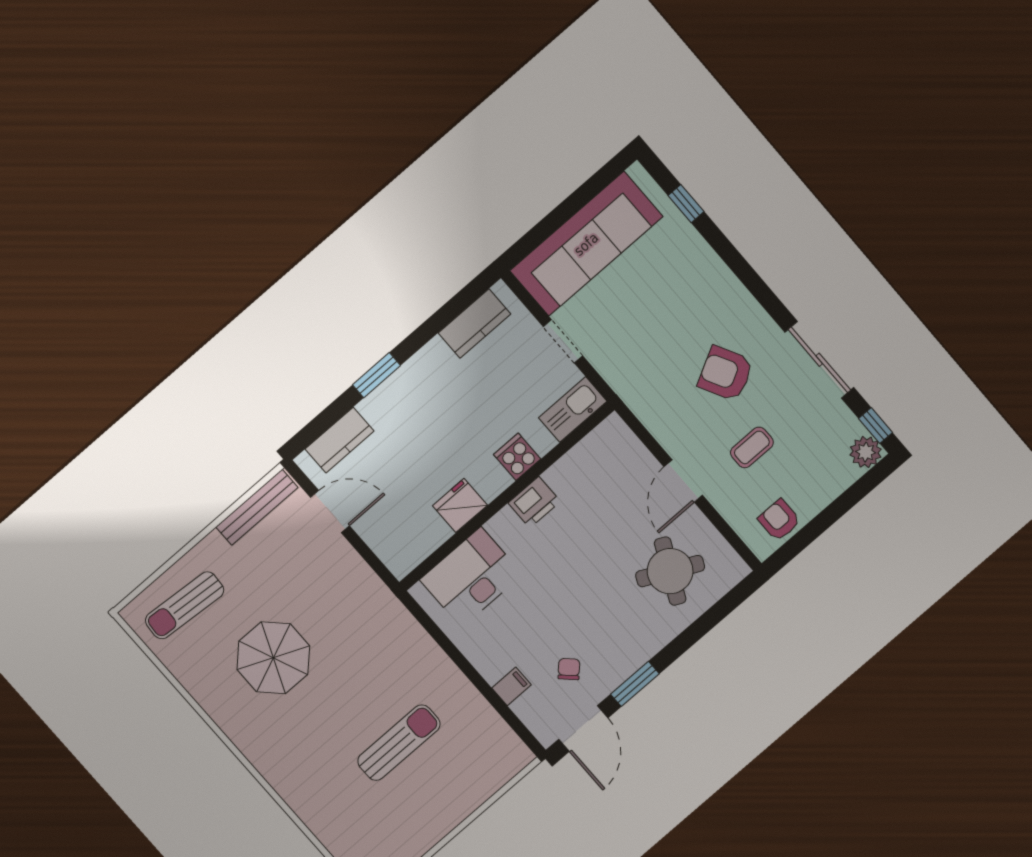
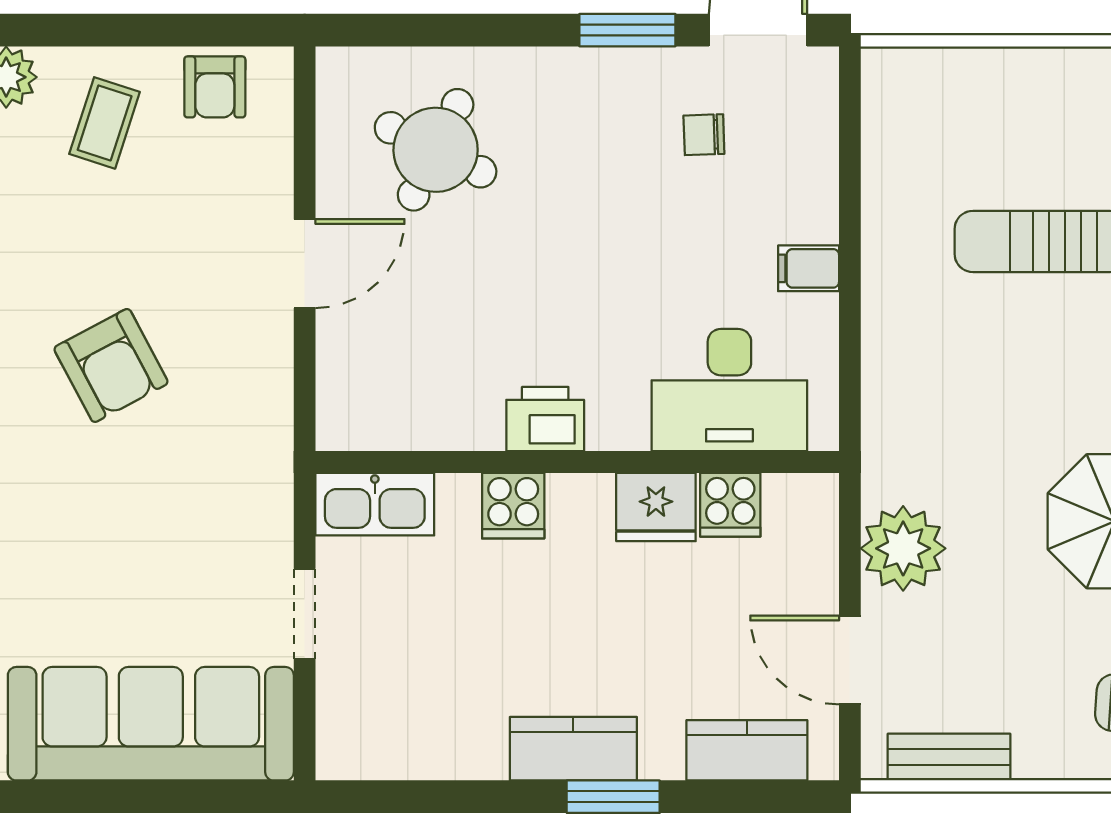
kitchen counter: (475, 323) -> (573, 749), moved
coffee table: (752, 447) -> (105, 123), moved, turned -72
bench: (257, 507) -> (949, 757), width x0.73
cooker: (431, 532) -> (730, 505), added
plant: (348, 574) -> (903, 548), added
chair: (569, 669) -> (704, 135), turned 44
filing cabinet: (511, 686) -> (809, 268), moved

